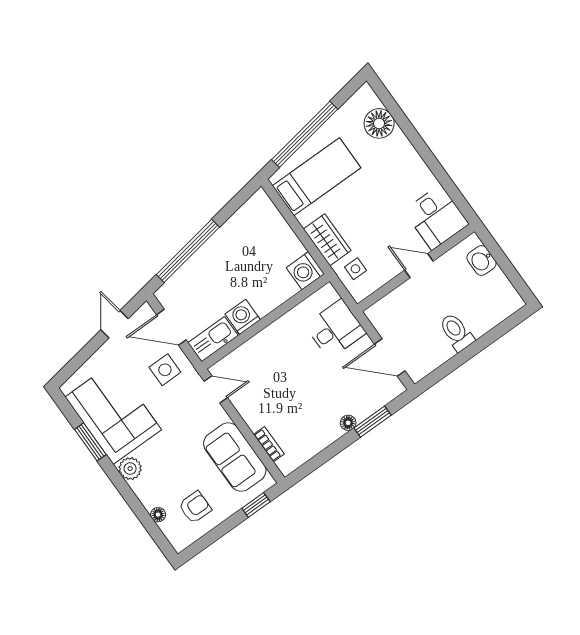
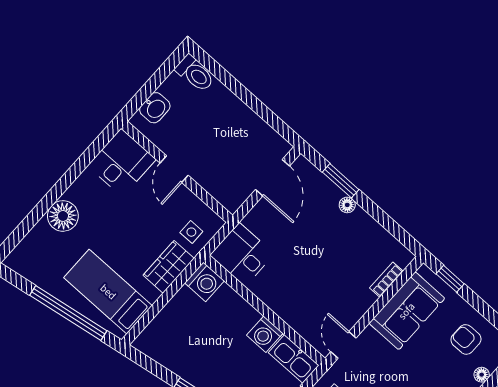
floor lamp: (379, 123) -> (63, 216), moved
desk: (335, 329) -> (242, 255), moved
toilet: (457, 332) -> (195, 73), moved, turned -90

